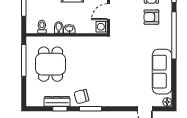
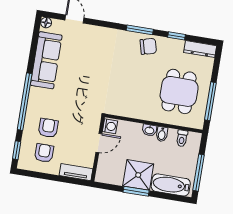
armchair: (151, 17) -> (48, 128), turned -90
dresser: (57, 101) -> (200, 49), moved

